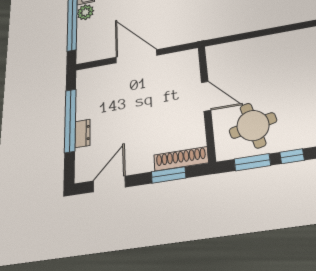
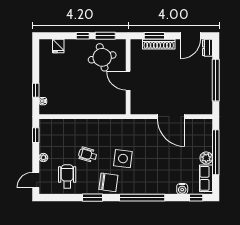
dresser: (82, 133) -> (208, 48), moved
shoe rack: (181, 159) -> (159, 44), moved

